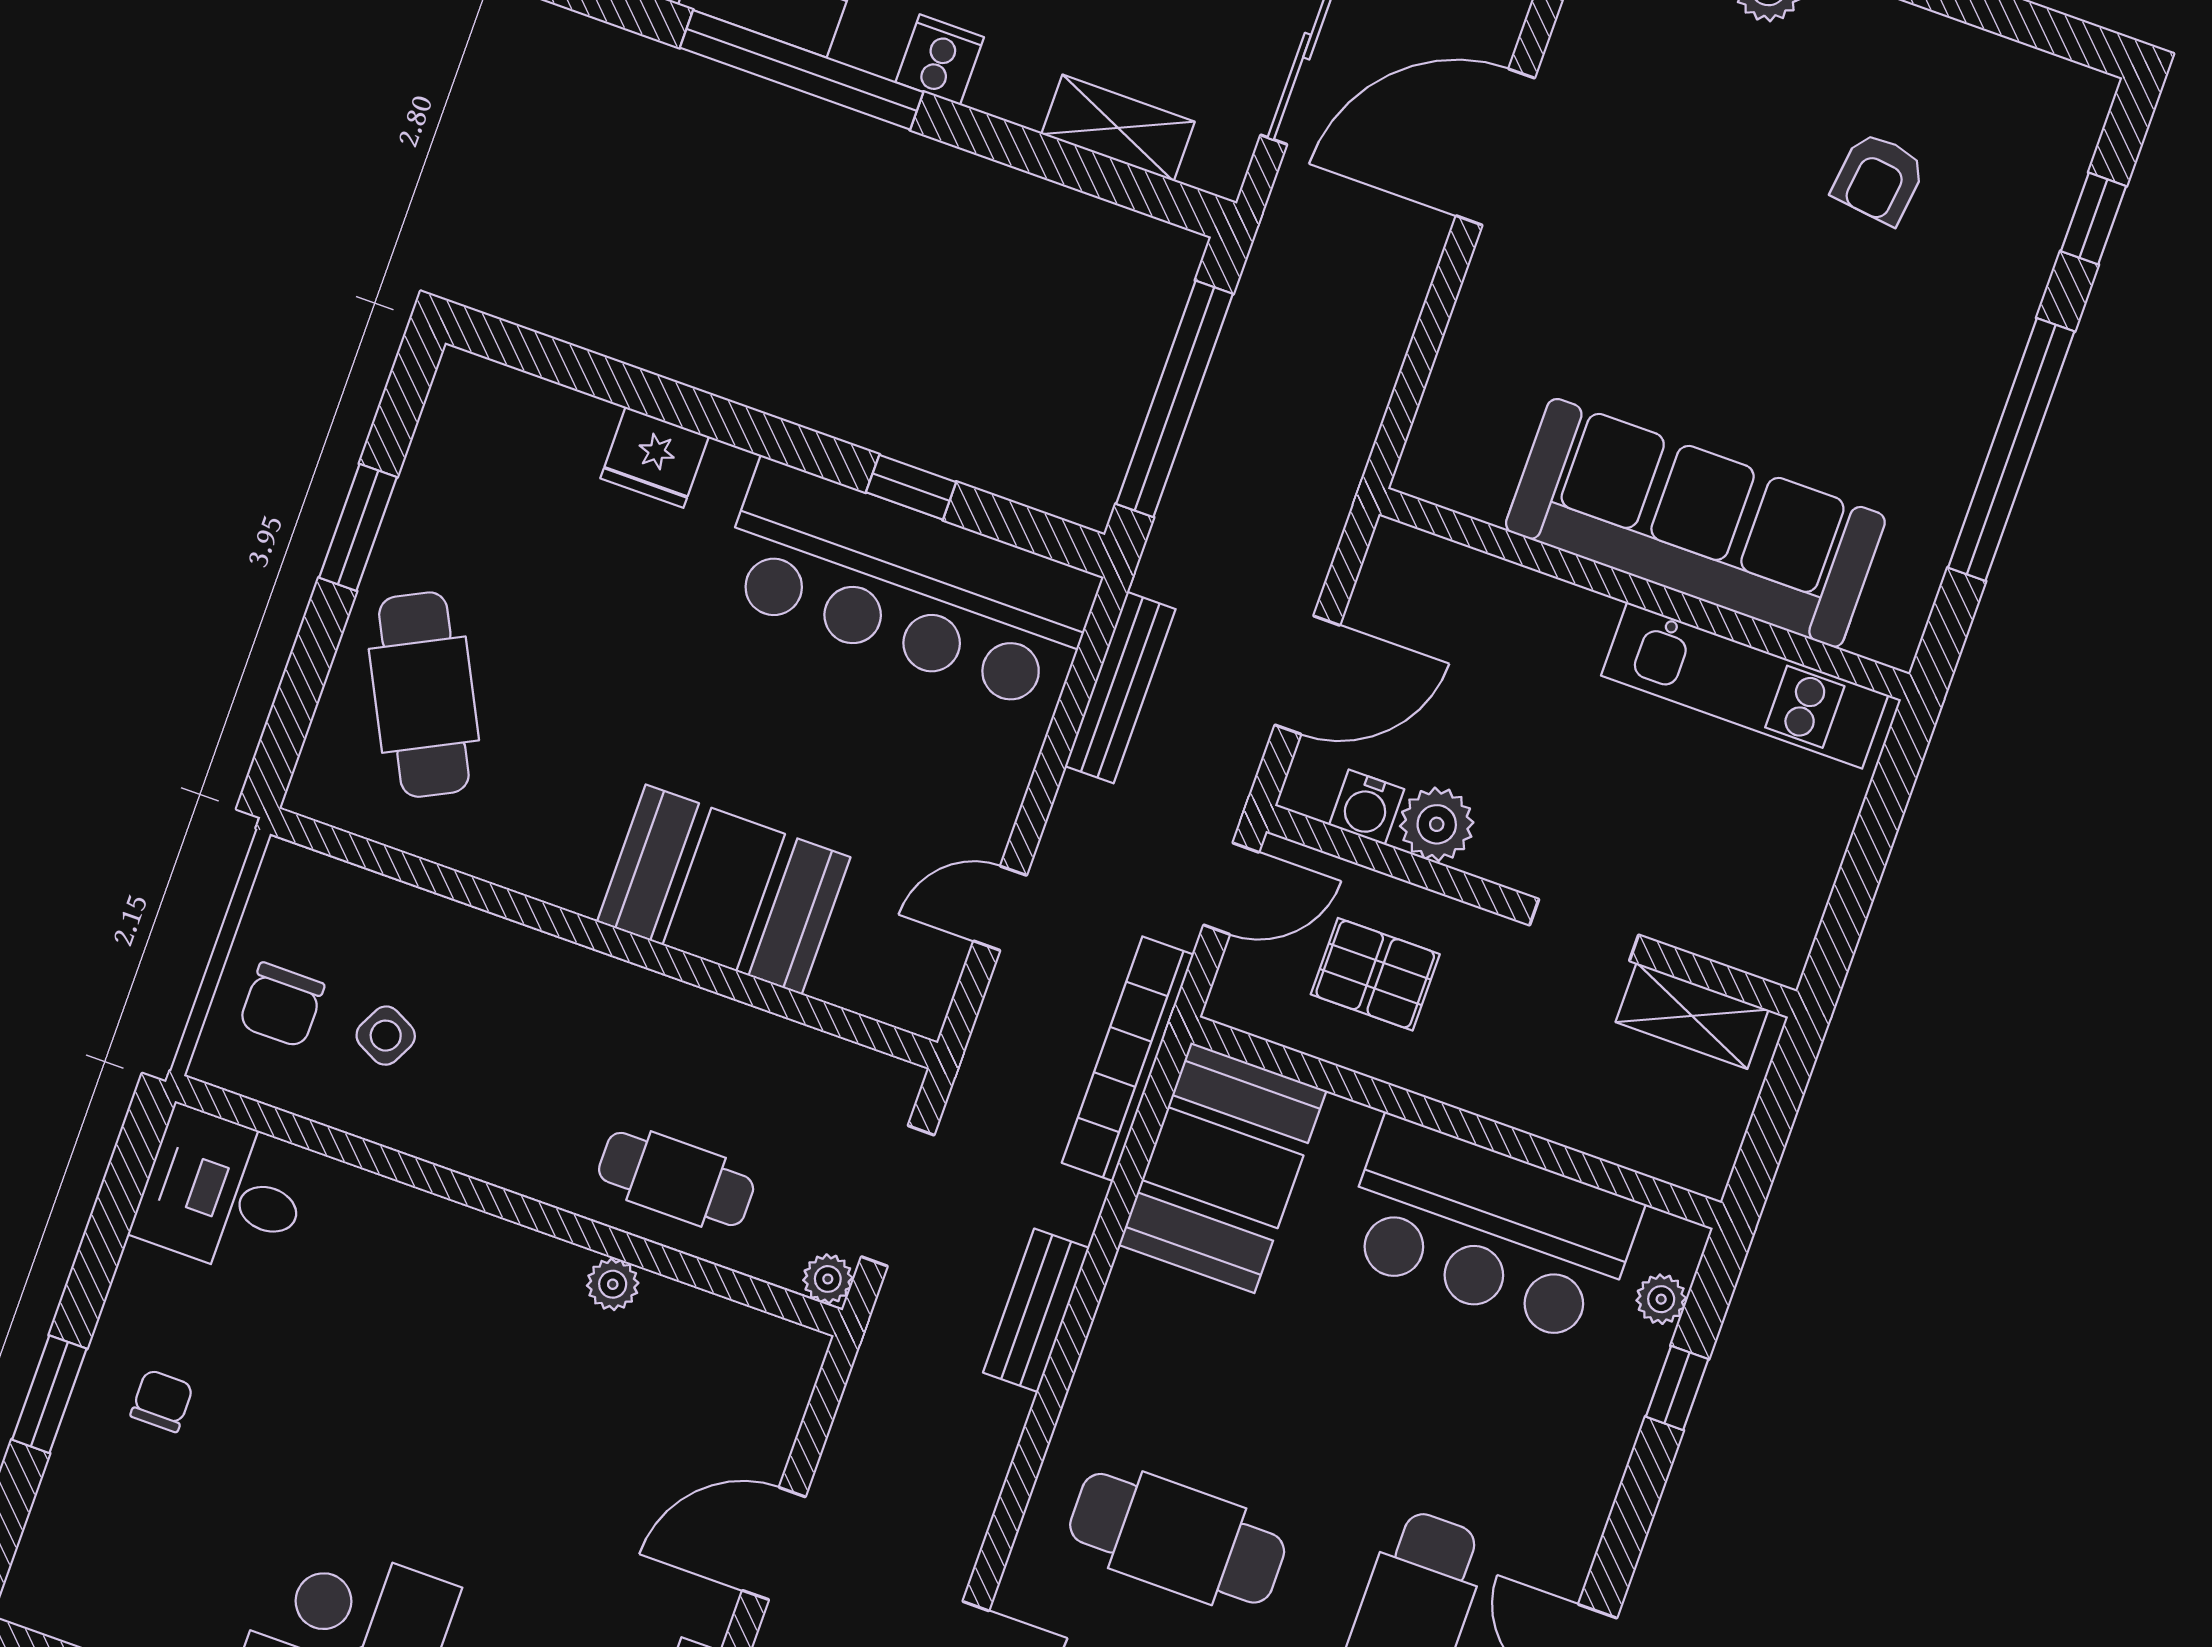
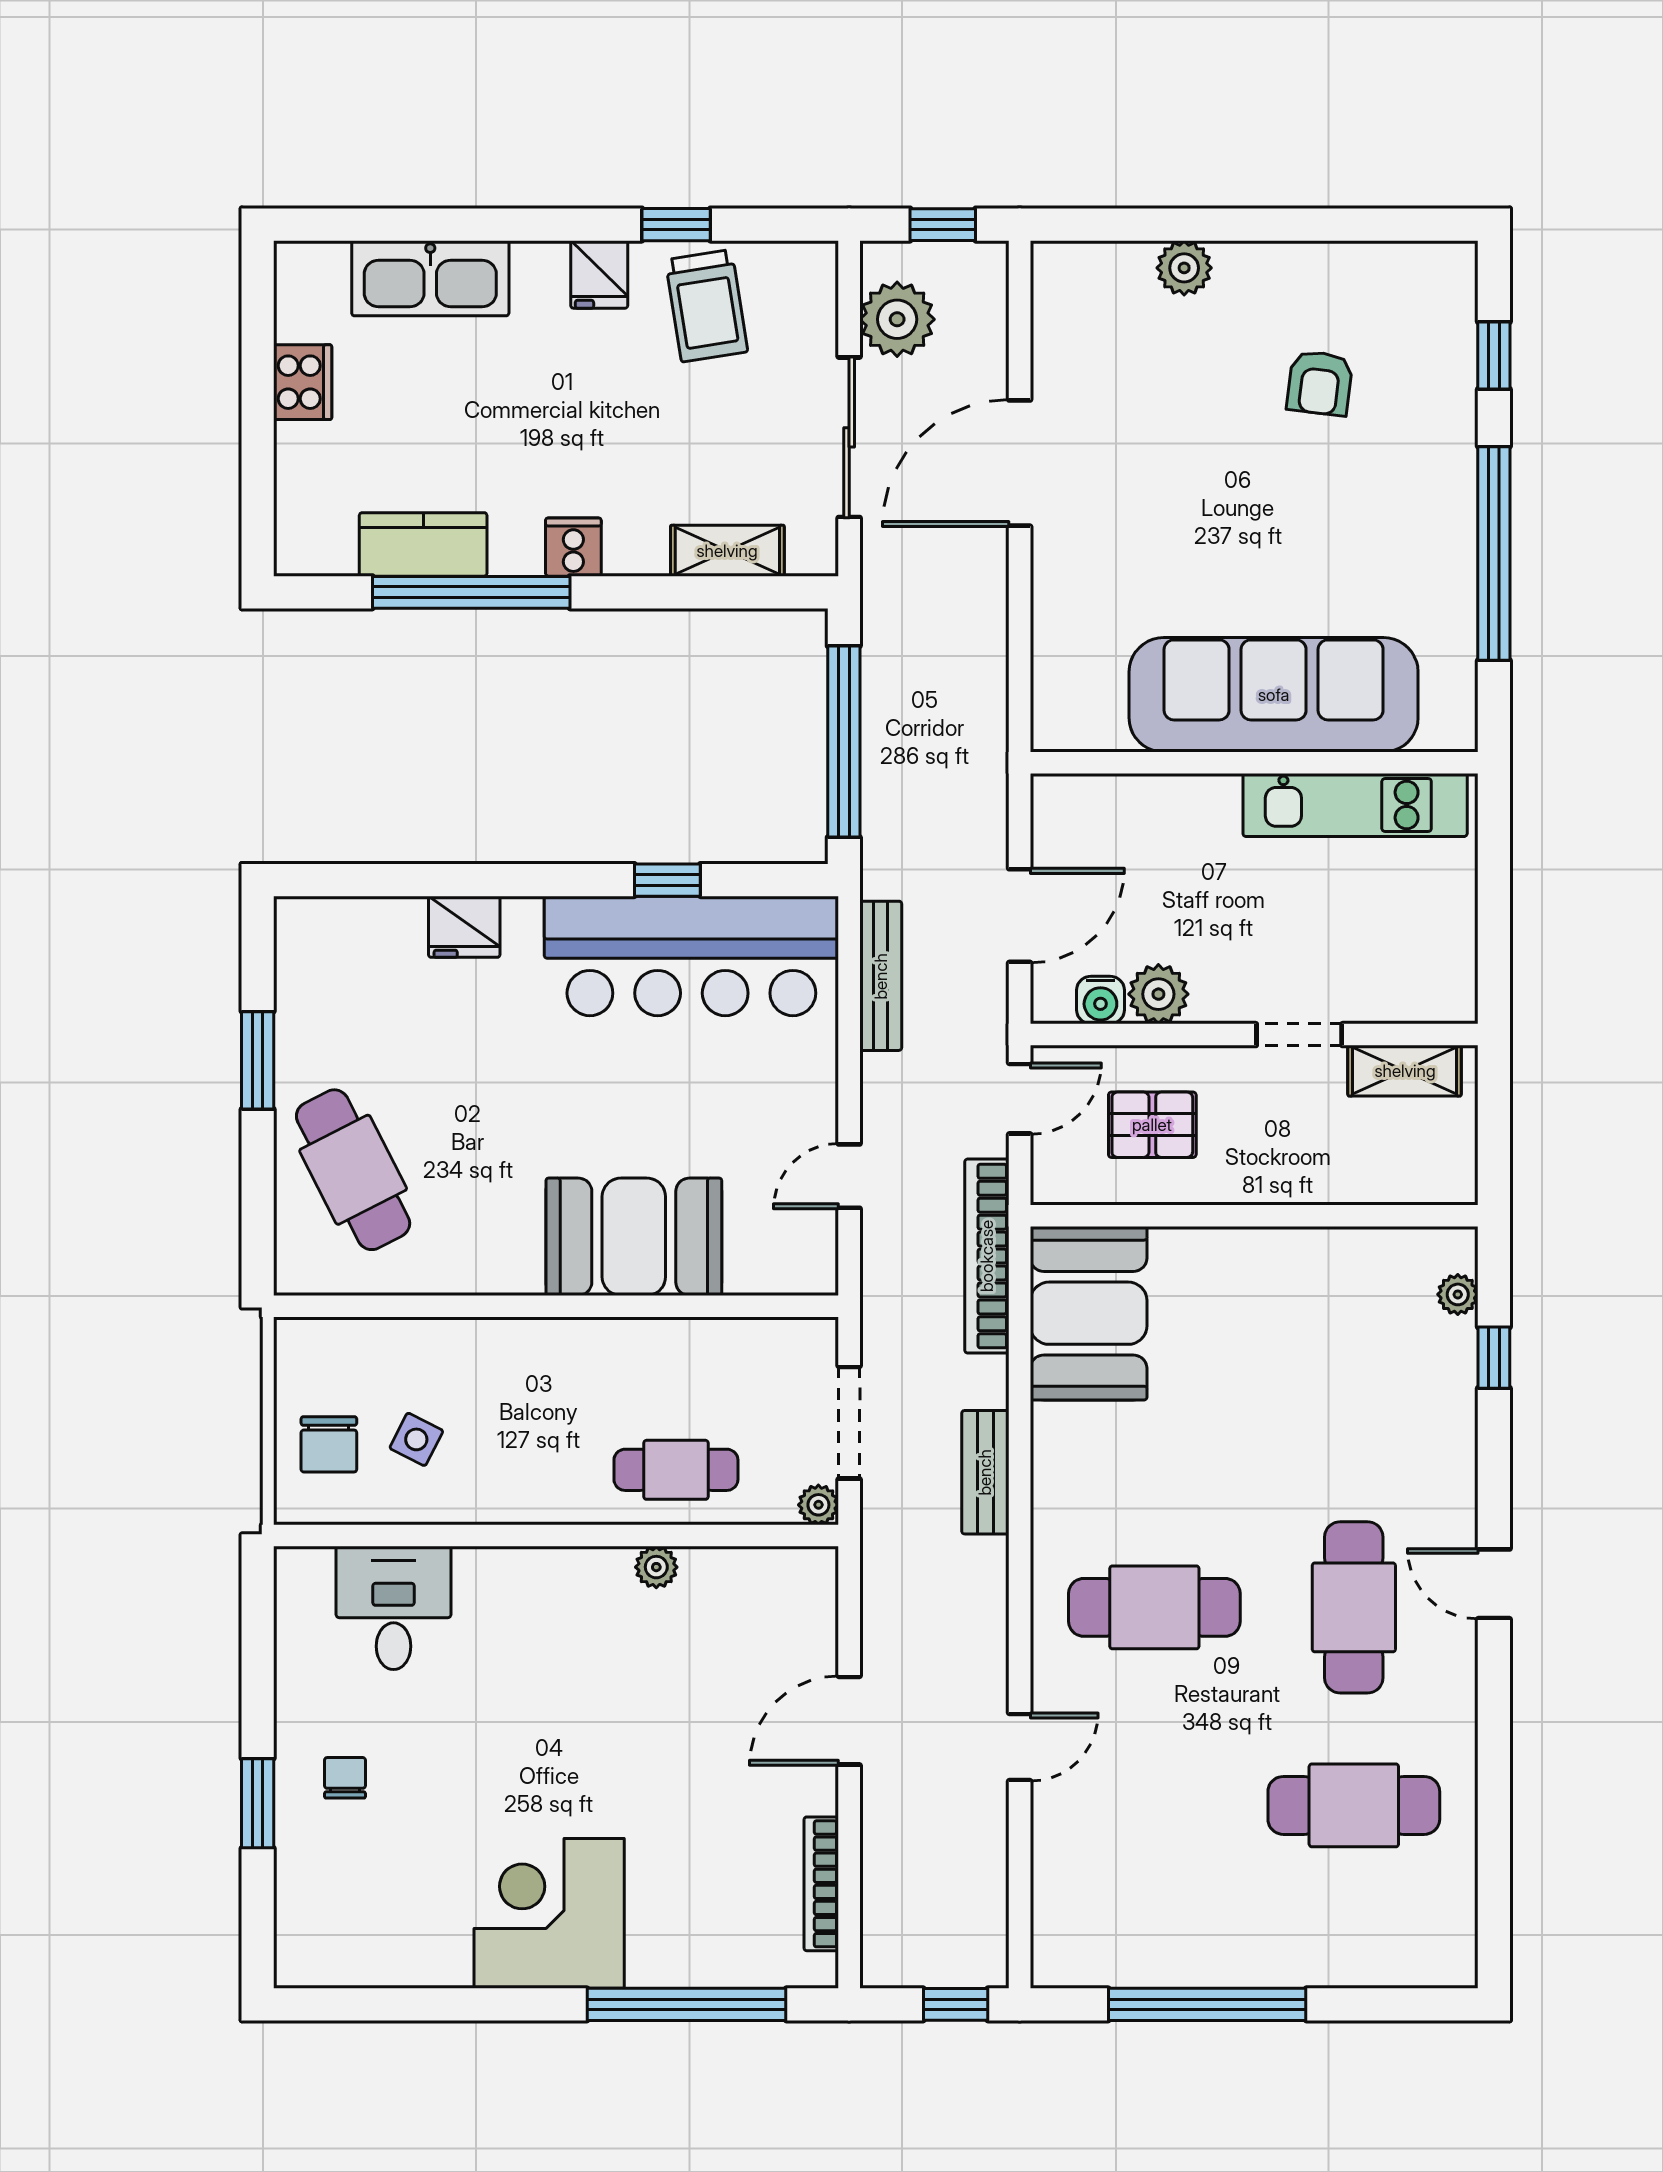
desk: (223, 1193) -> (394, 1608), moved, turned 90
bar counter: (1490, 1230) -> (1309, 1288), removed

